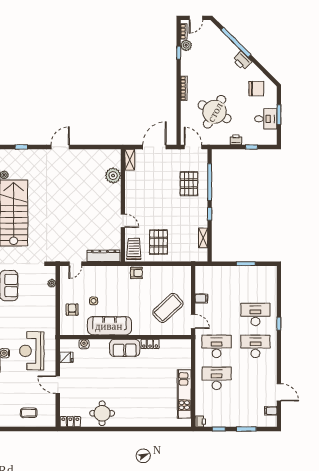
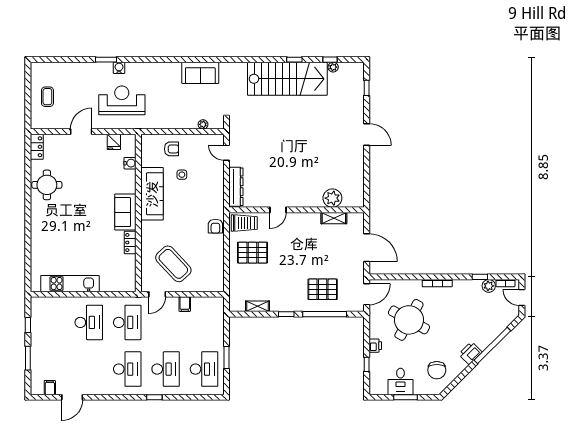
shelving: (130, 160) -> (334, 218), moved
desk: (255, 282) -> (204, 369), added
printer: (200, 421) -> (37, 303), removed

